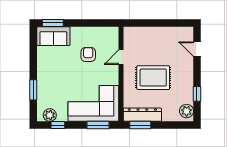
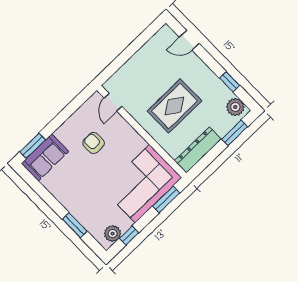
door: (121, 57) -> (113, 102), moved
window: (140, 125) -> (235, 133), moved

